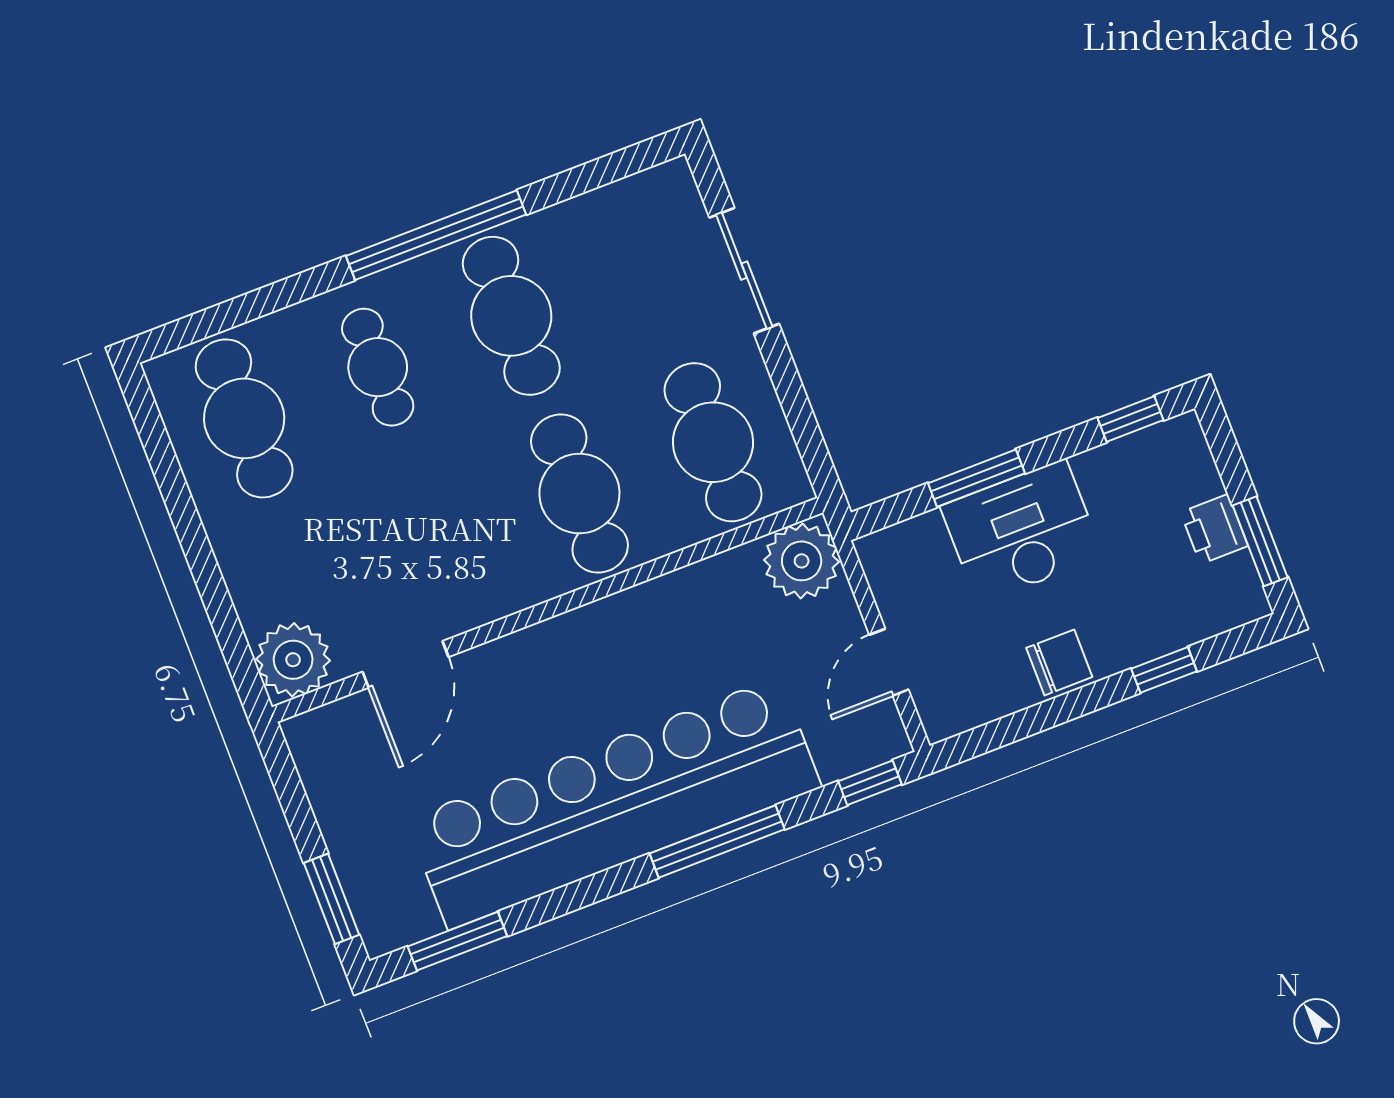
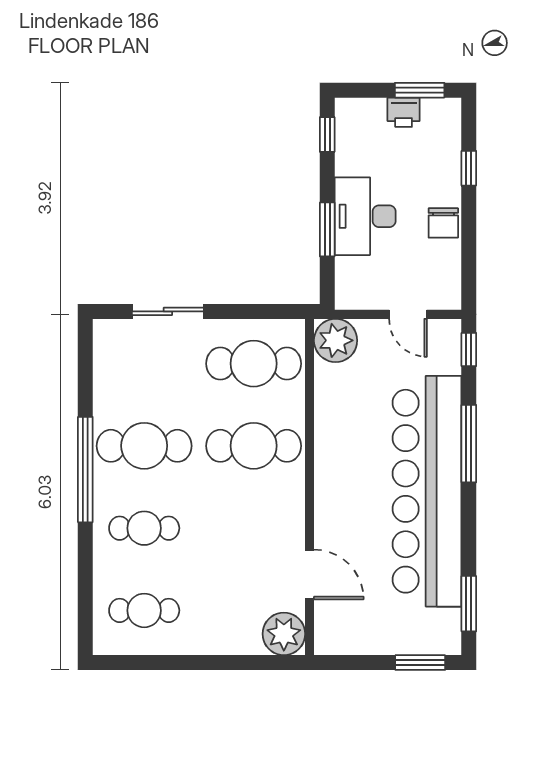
cafe table: (244, 418) -> (144, 610), width x0.73, depth x0.74
chair: (1059, 662) -> (443, 223), turned 180

